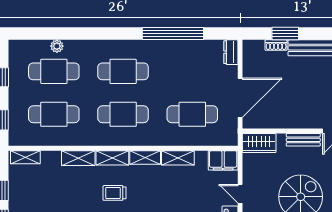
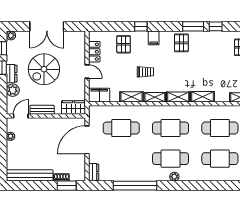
window: (285, 34) -> (67, 186), moved
plant: (57, 46) -> (174, 177), moved
trolley: (115, 193) -> (145, 72), moved

